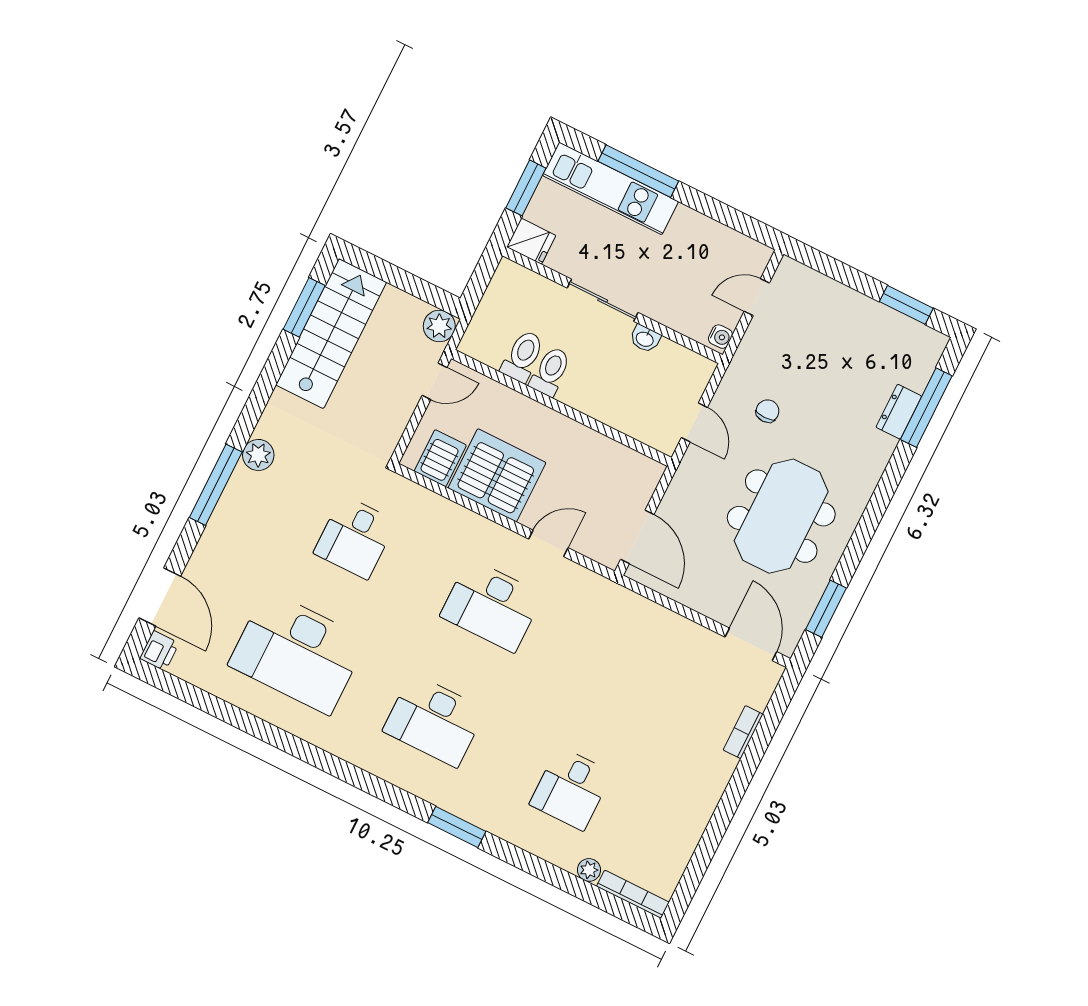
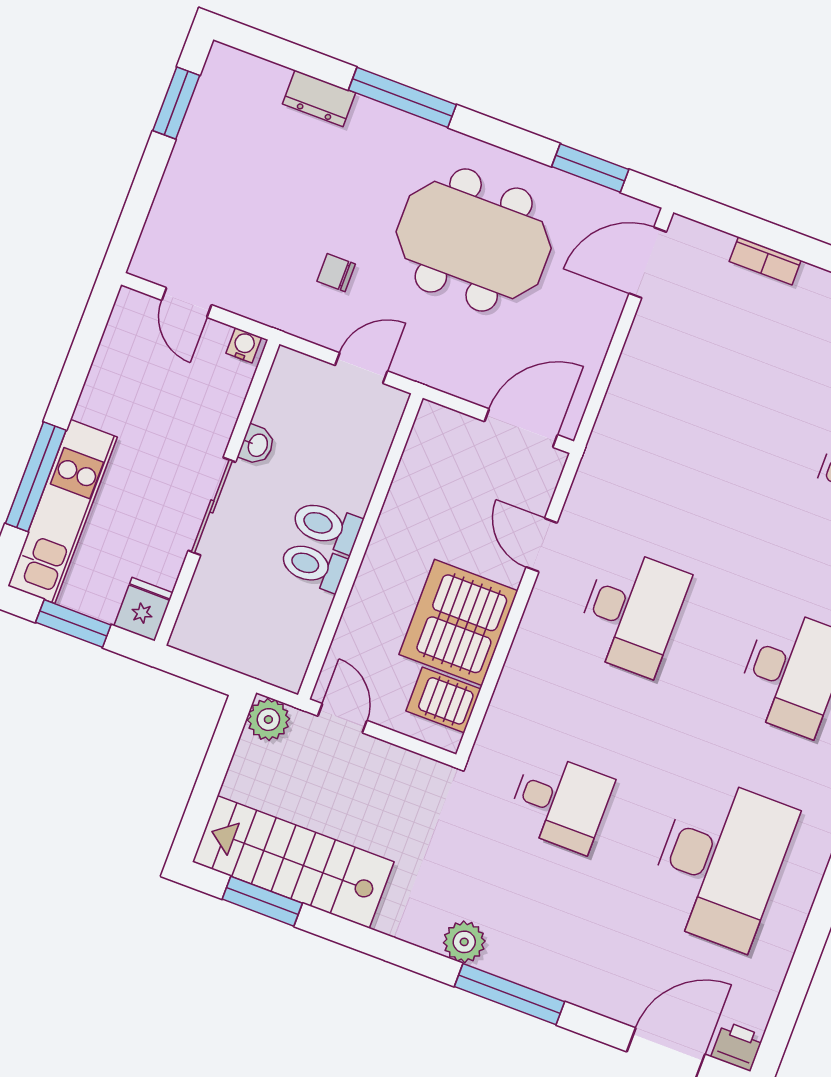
toilet: (523, 356) -> (327, 526), moved
window: (926, 408) -> (402, 97), moved

